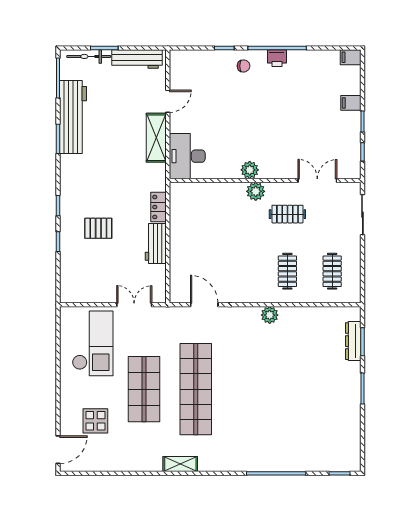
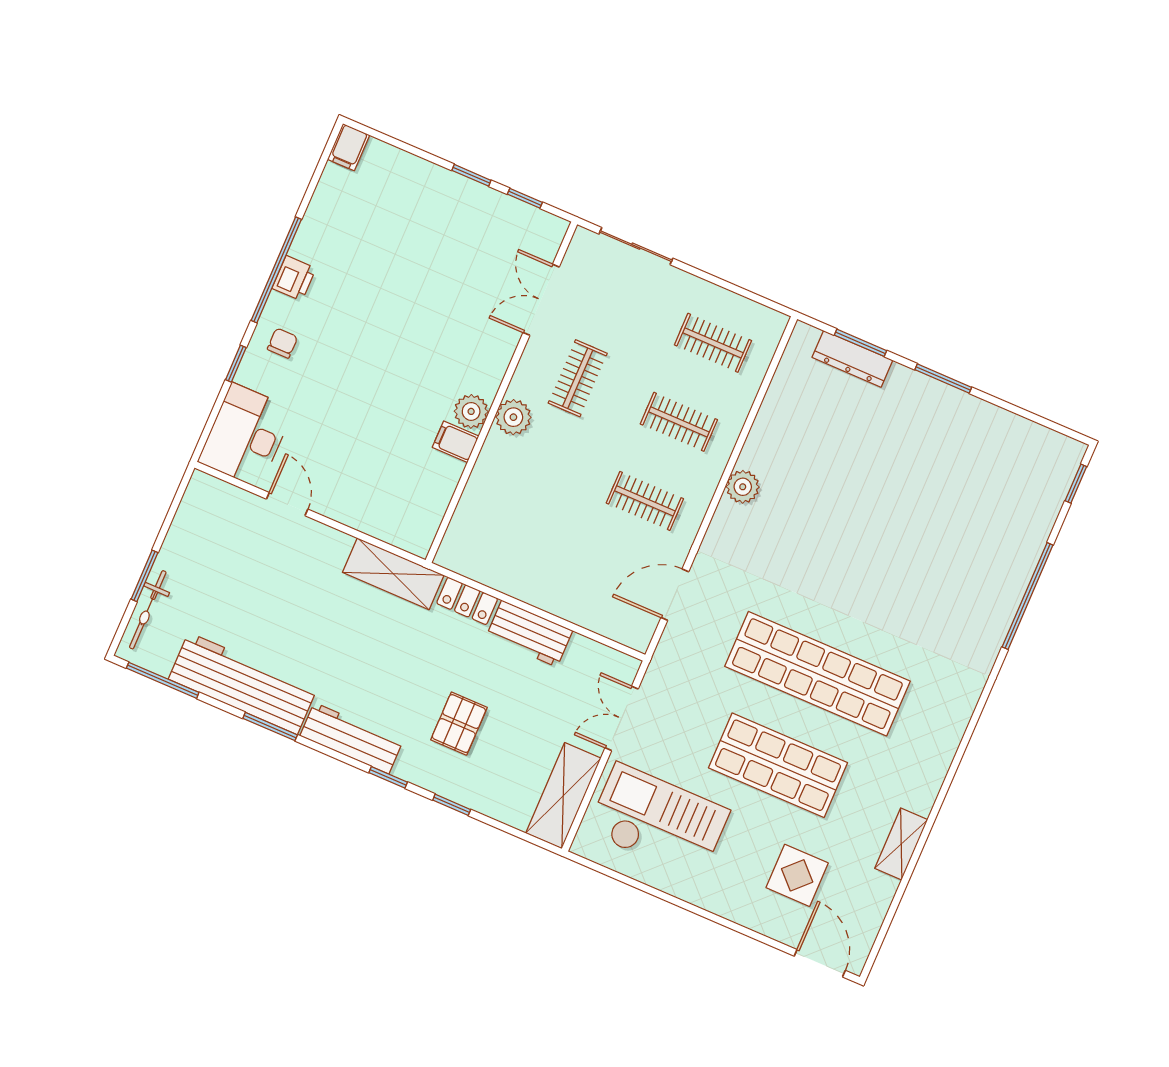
workbench: (137, 59) -> (351, 738), moved, turned -90
filing cabinet: (351, 103) -> (456, 442), moved, turned 90
shelving: (156, 138) -> (393, 574), moved
desk: (187, 156) -> (246, 435), moved, turned 90
clothes rail: (243, 271) -> (645, 501), added
shelving: (85, 293) -> (563, 796), added
shelving: (180, 464) -> (901, 844), moved

